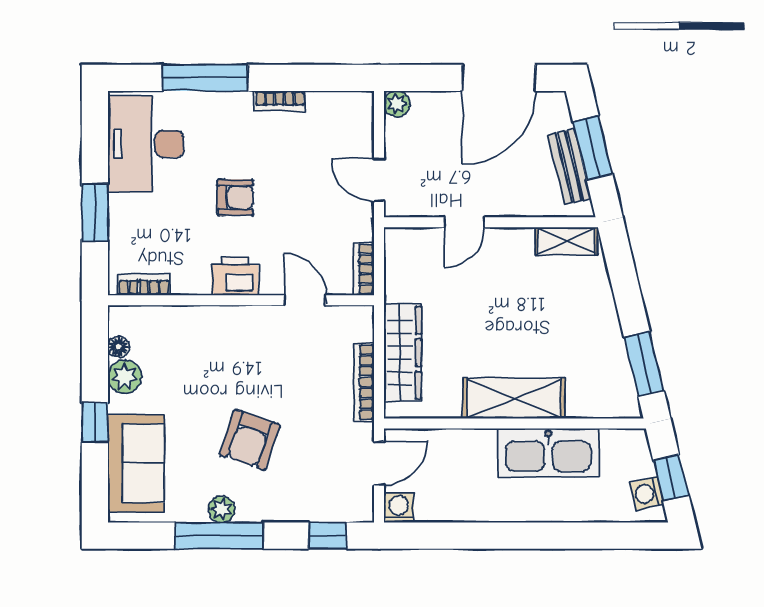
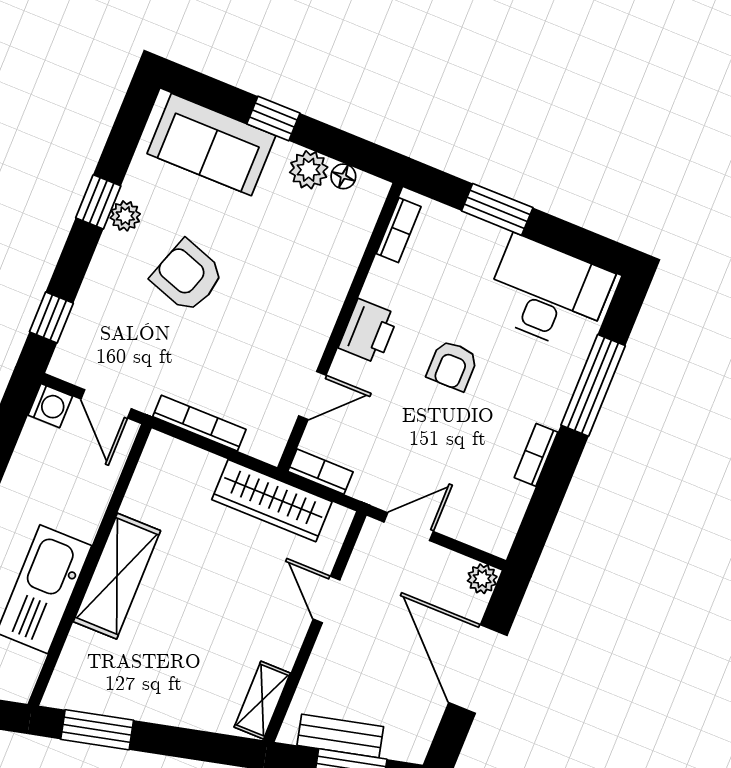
door: (499, 78) -> (478, 669), moved
wardrobe: (403, 353) -> (272, 501), moved
window: (219, 536) -> (98, 202), width x0.46

